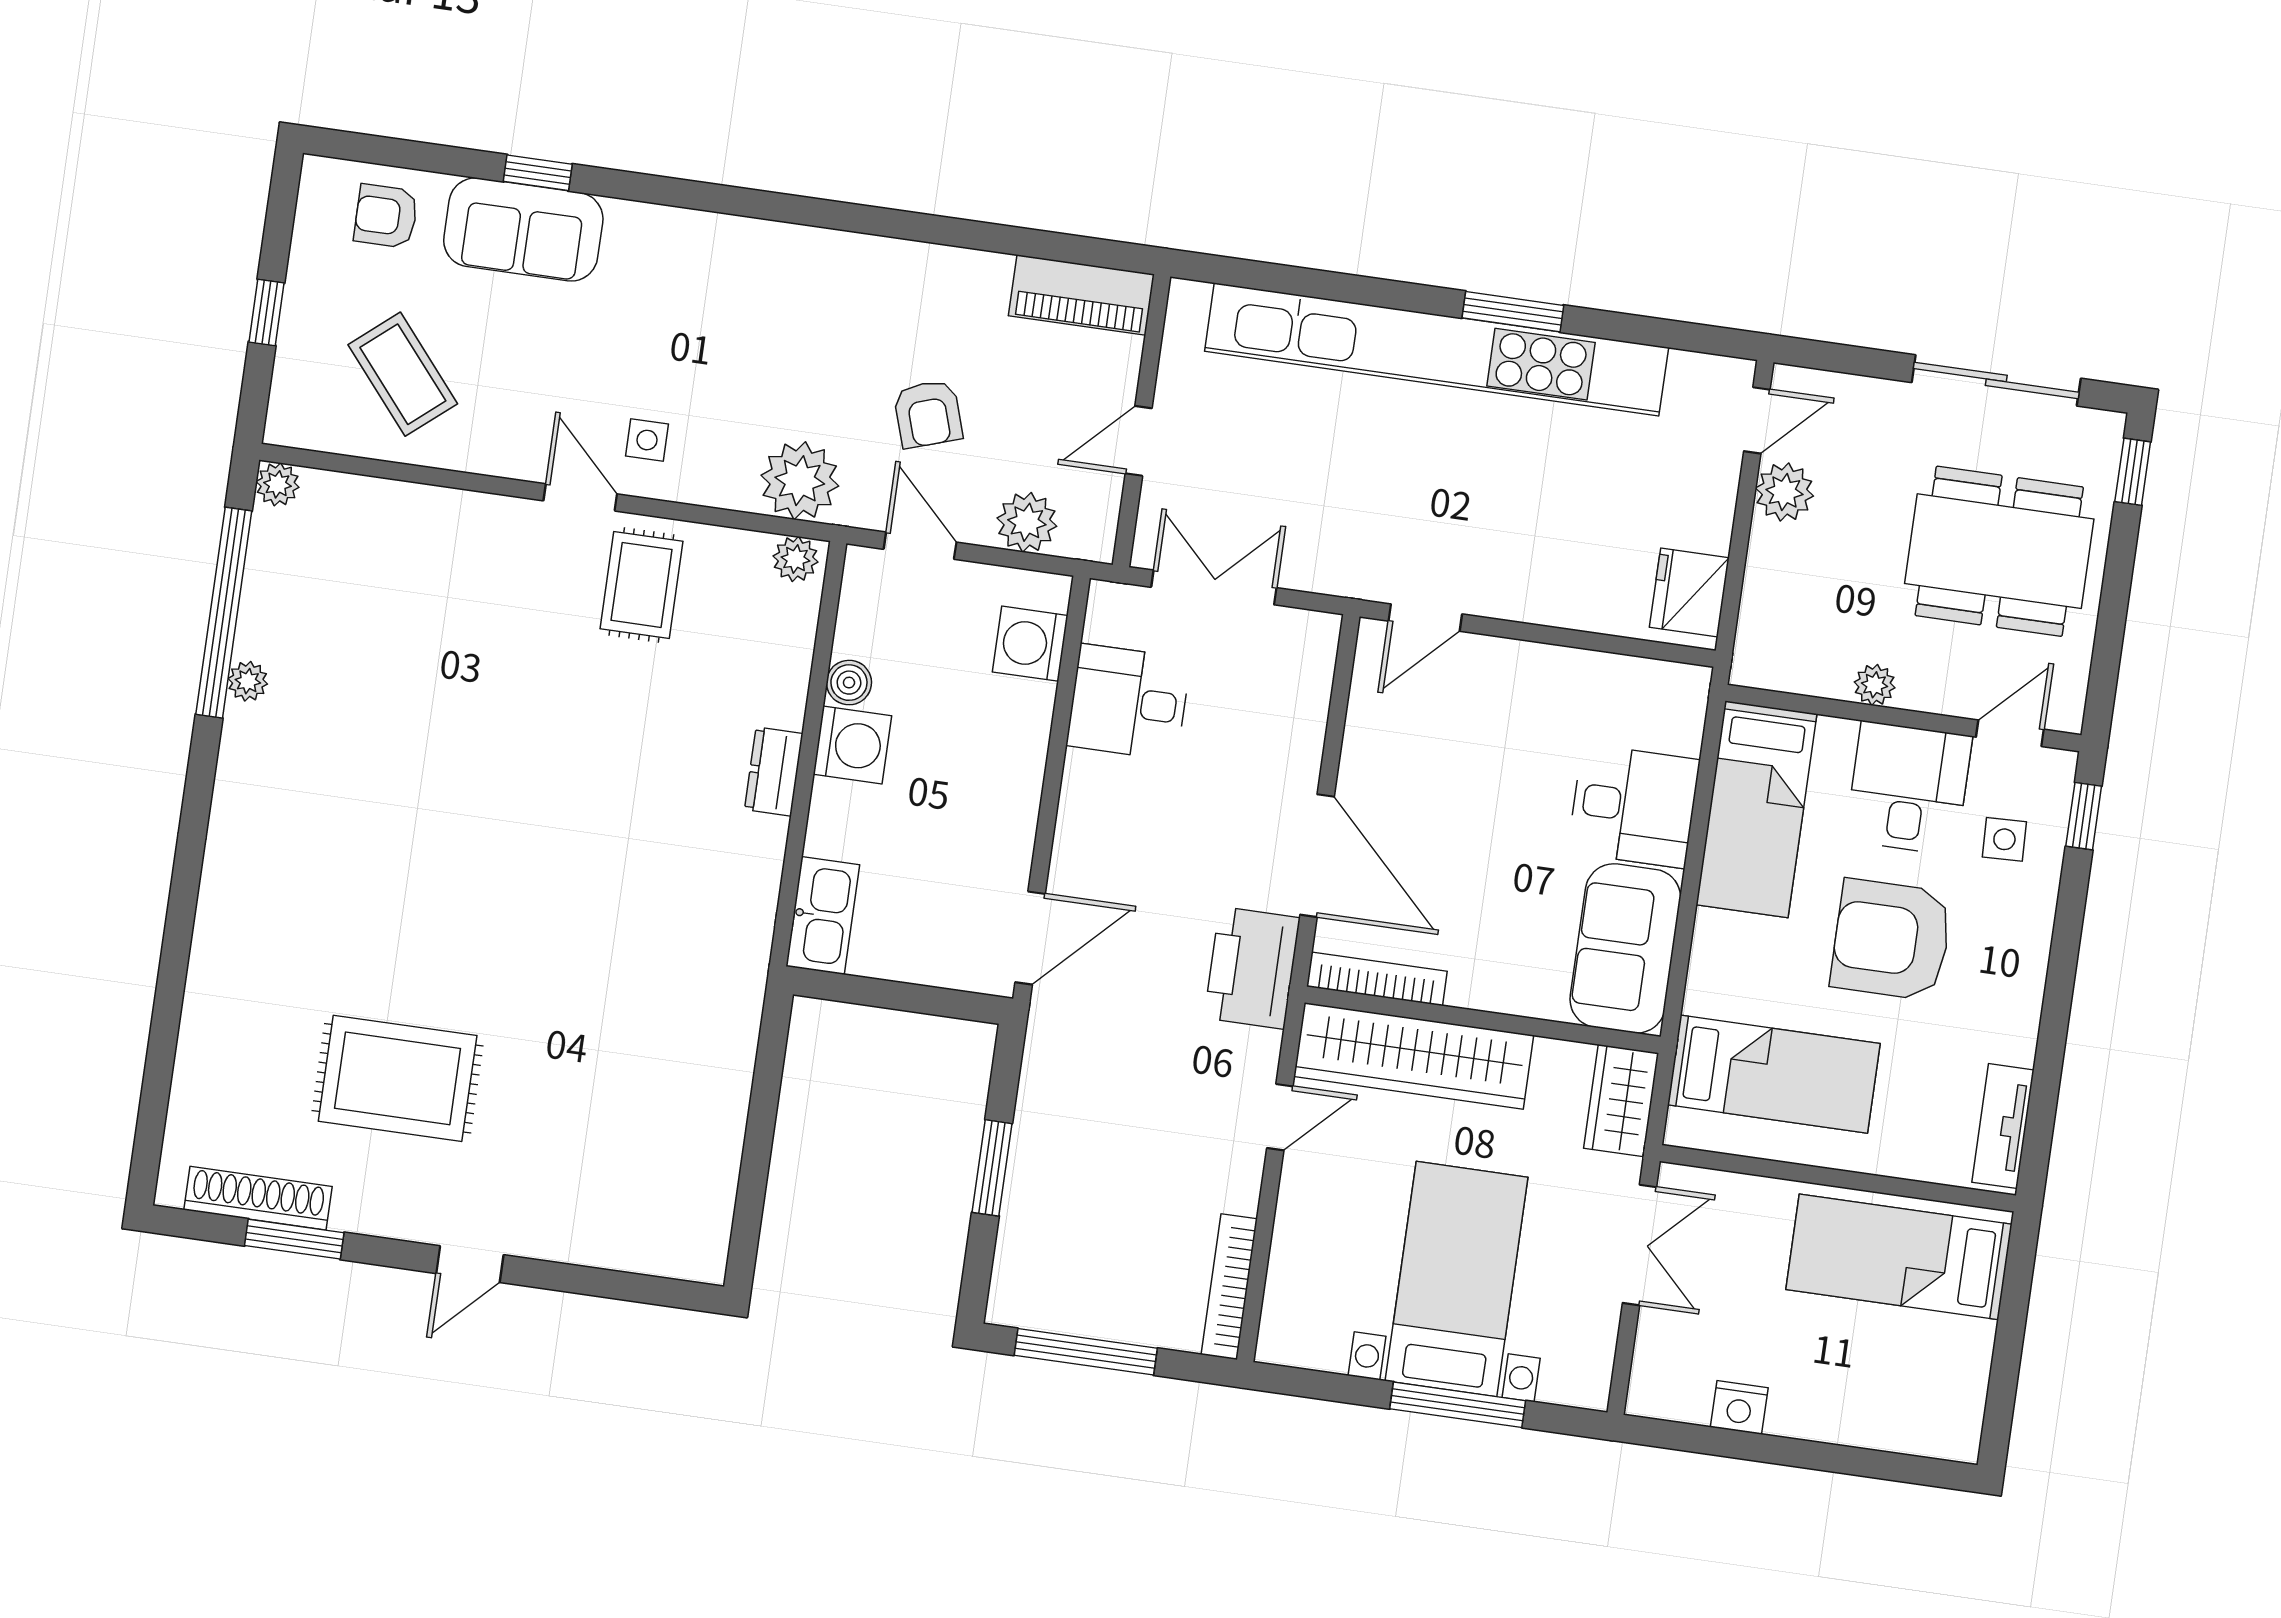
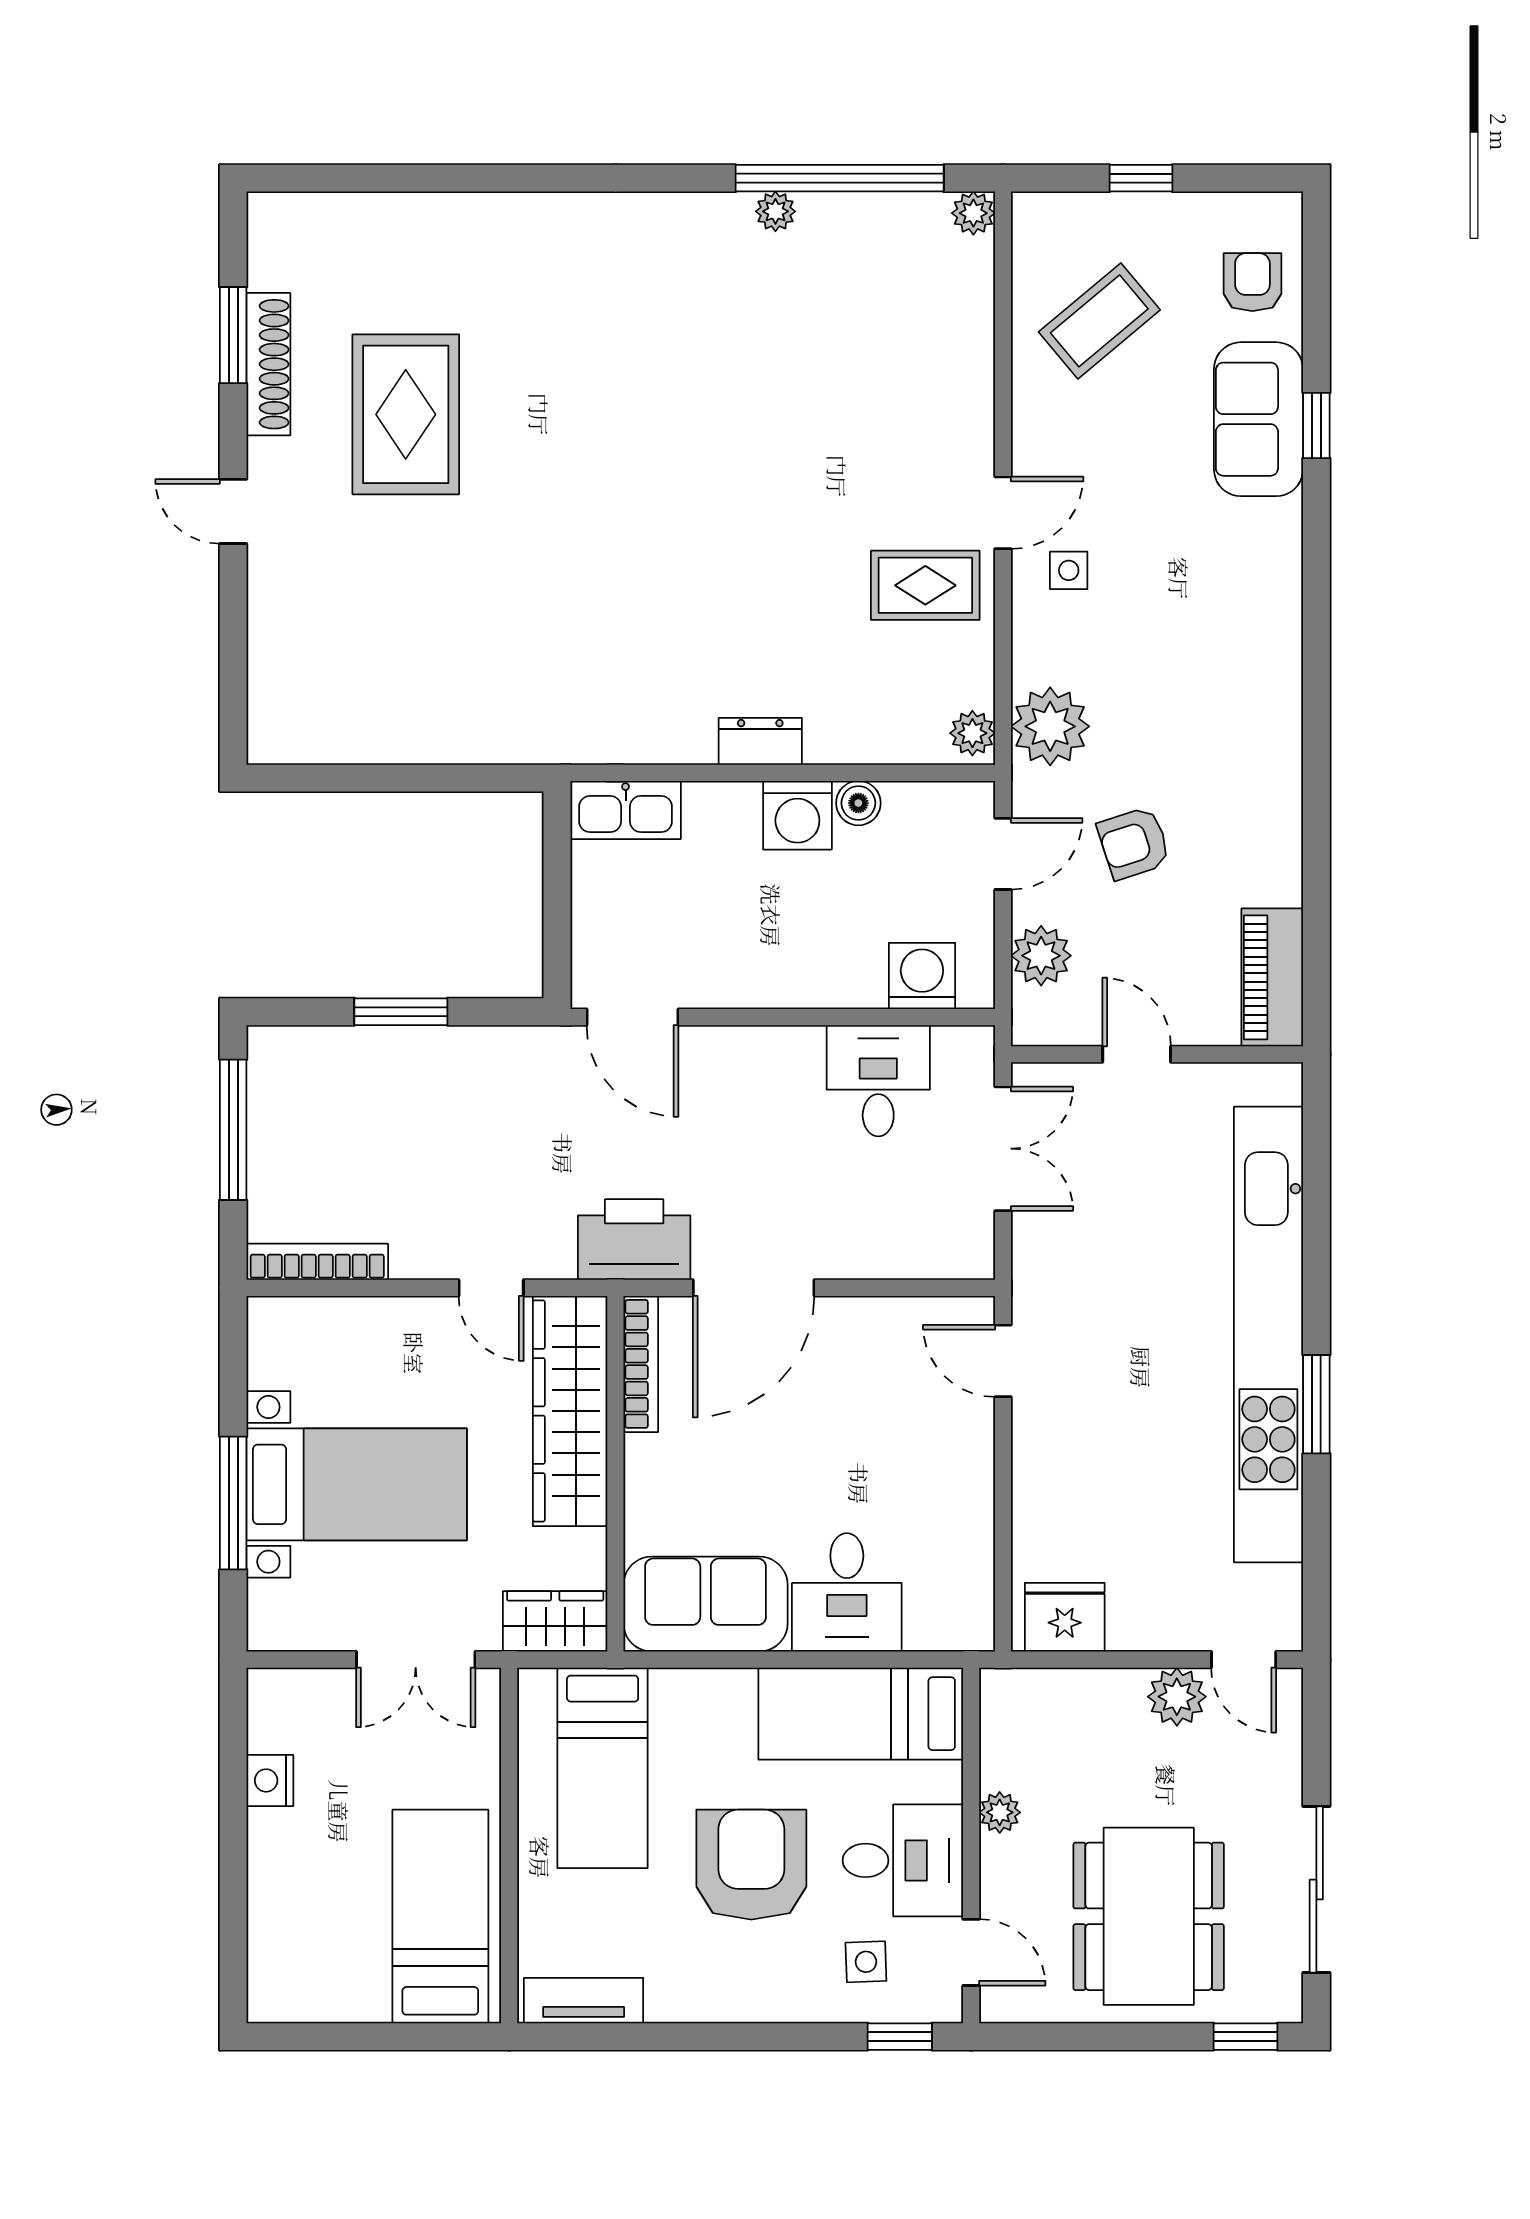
shoe rack: (258, 1198) -> (268, 364), moved

